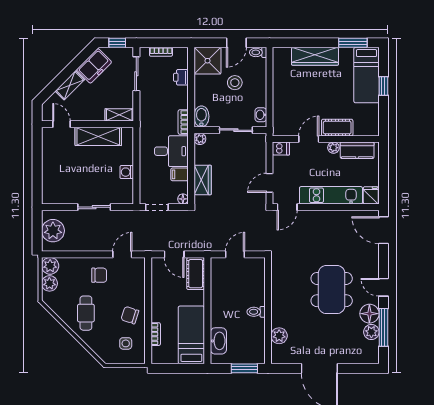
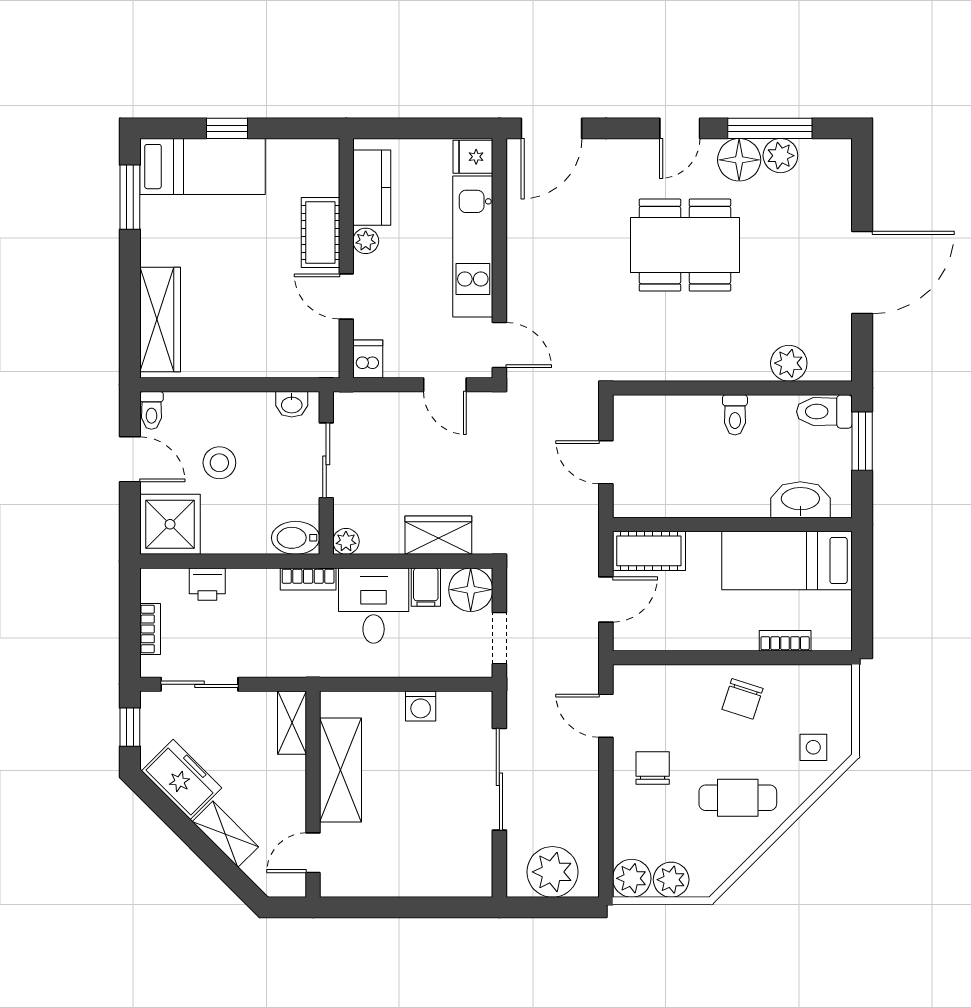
wardrobe: (315, 56) -> (160, 320), moved
floor lamp: (183, 199) -> (471, 590), width x1.89, depth x1.89
sliding door: (94, 207) -> (499, 779), width x1.37
side table: (126, 343) -> (813, 747), moved
toilet: (258, 352) -> (824, 412), added

